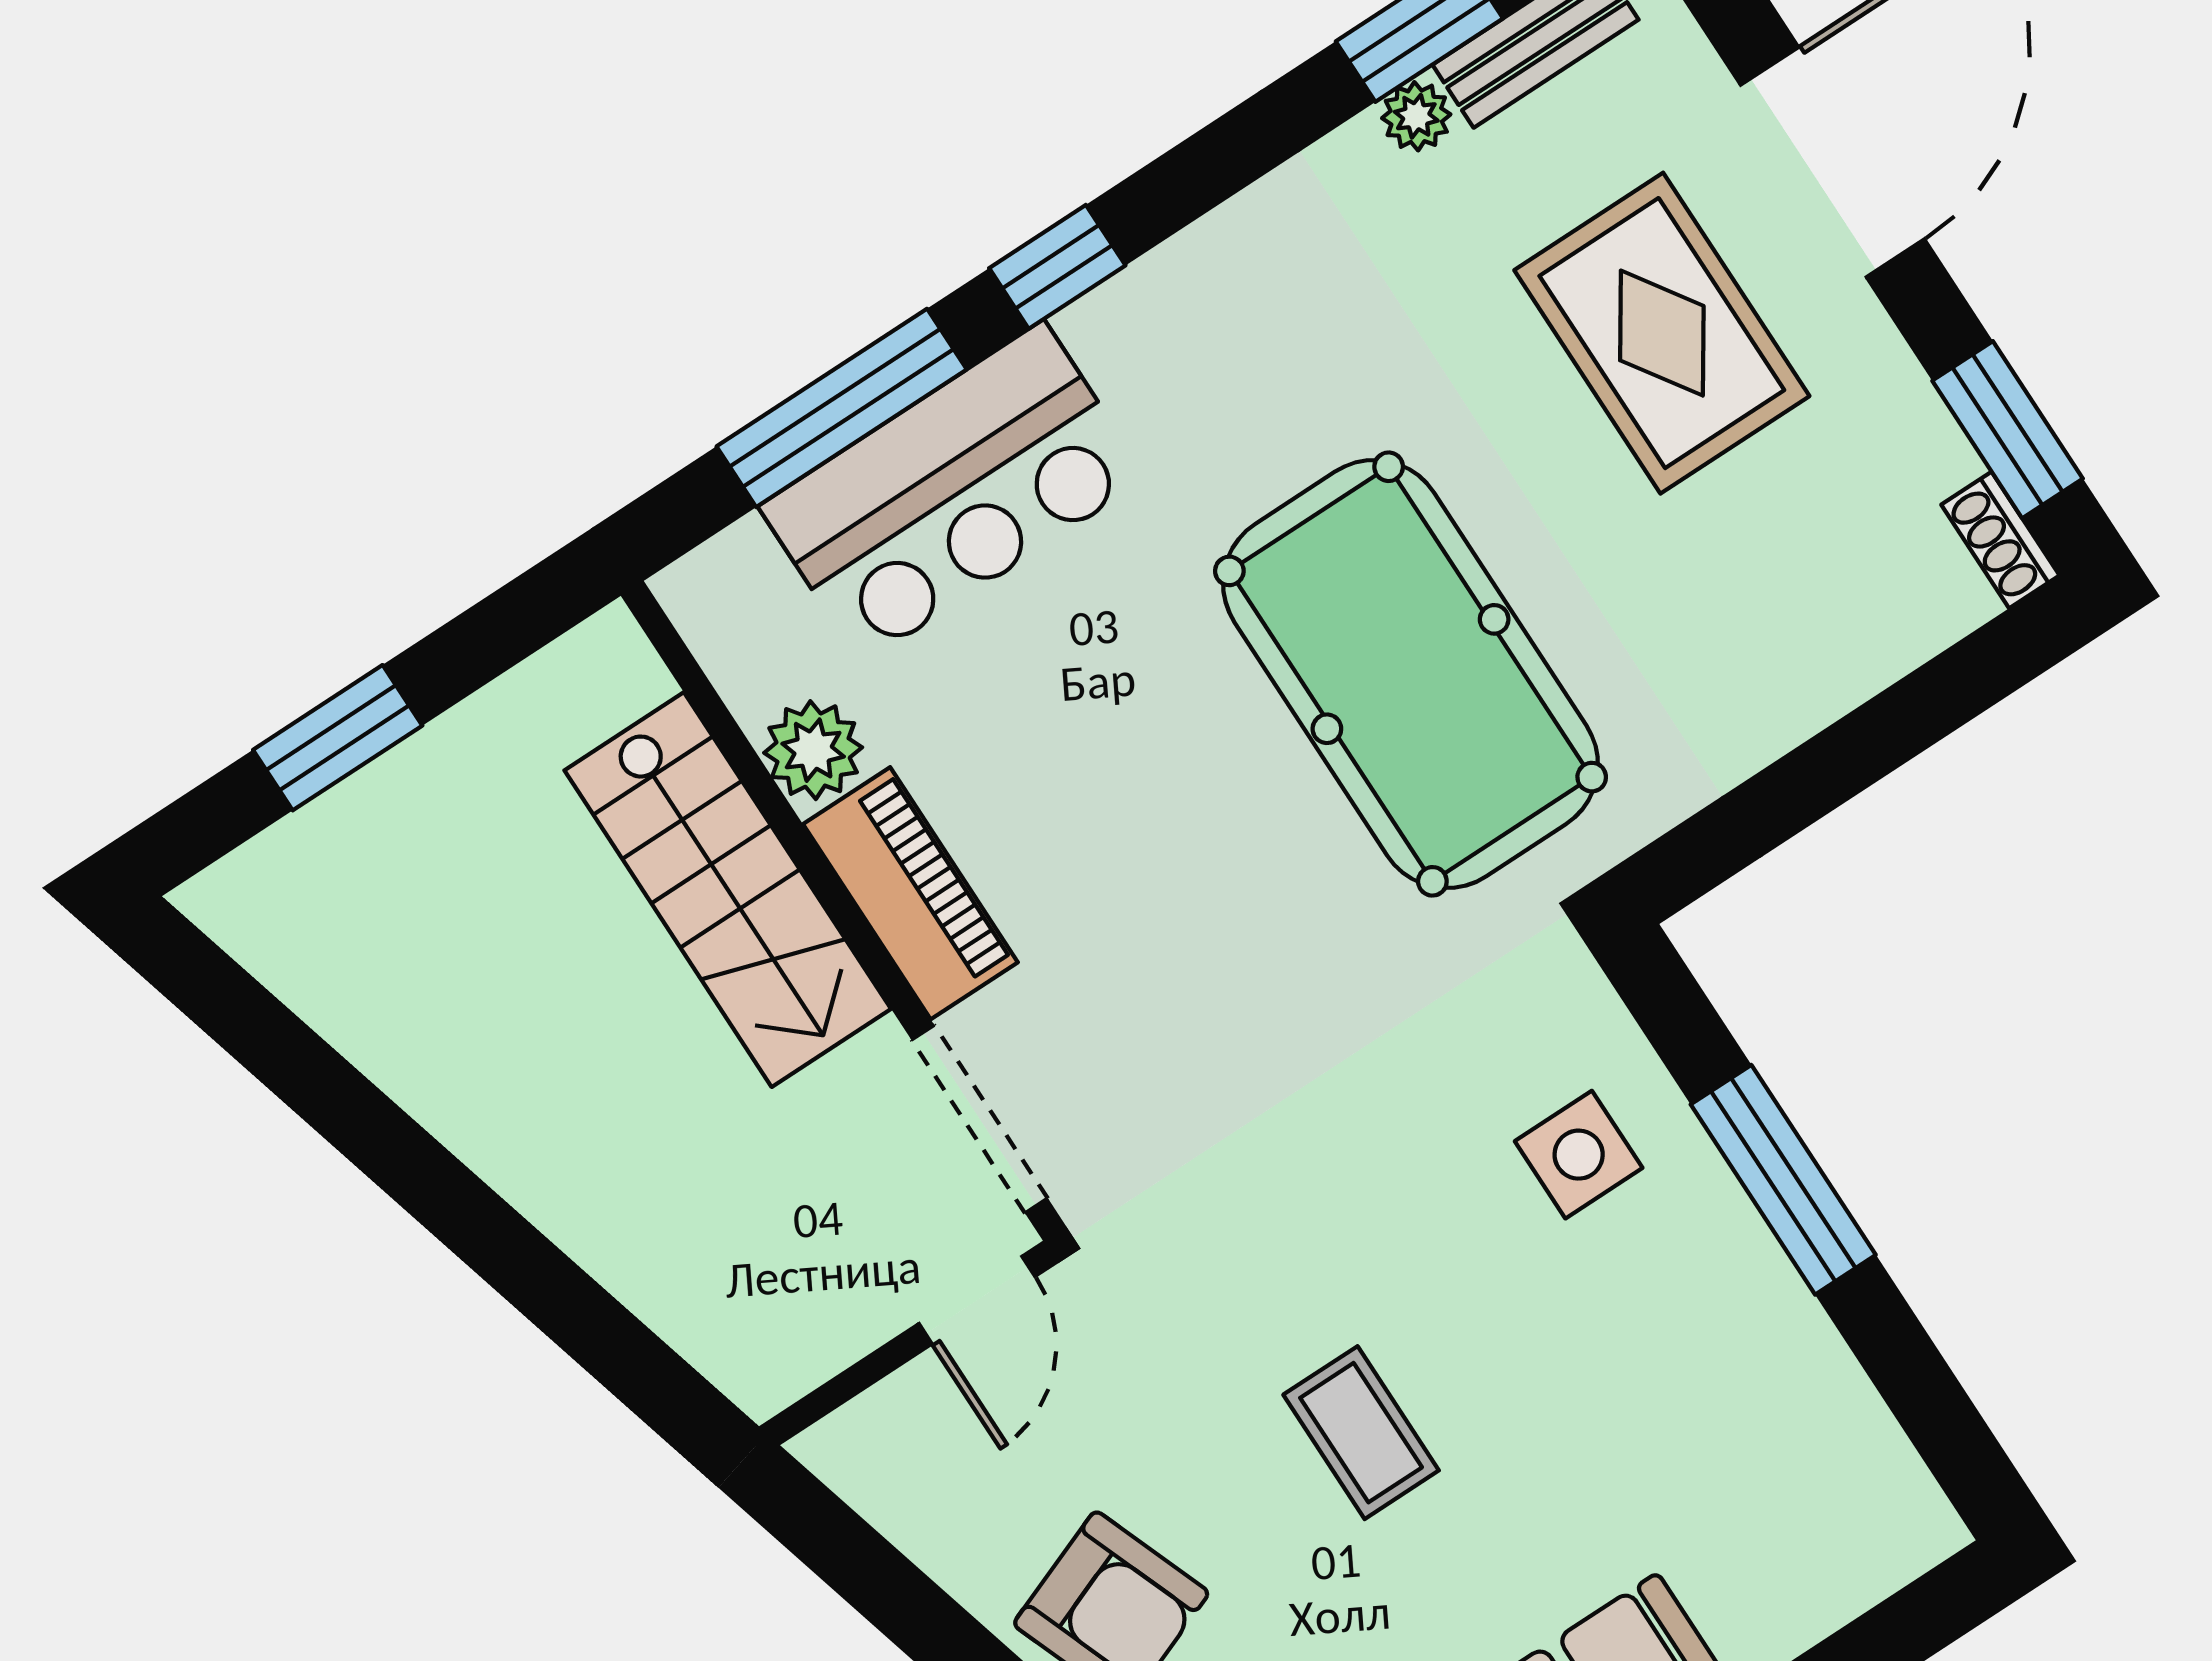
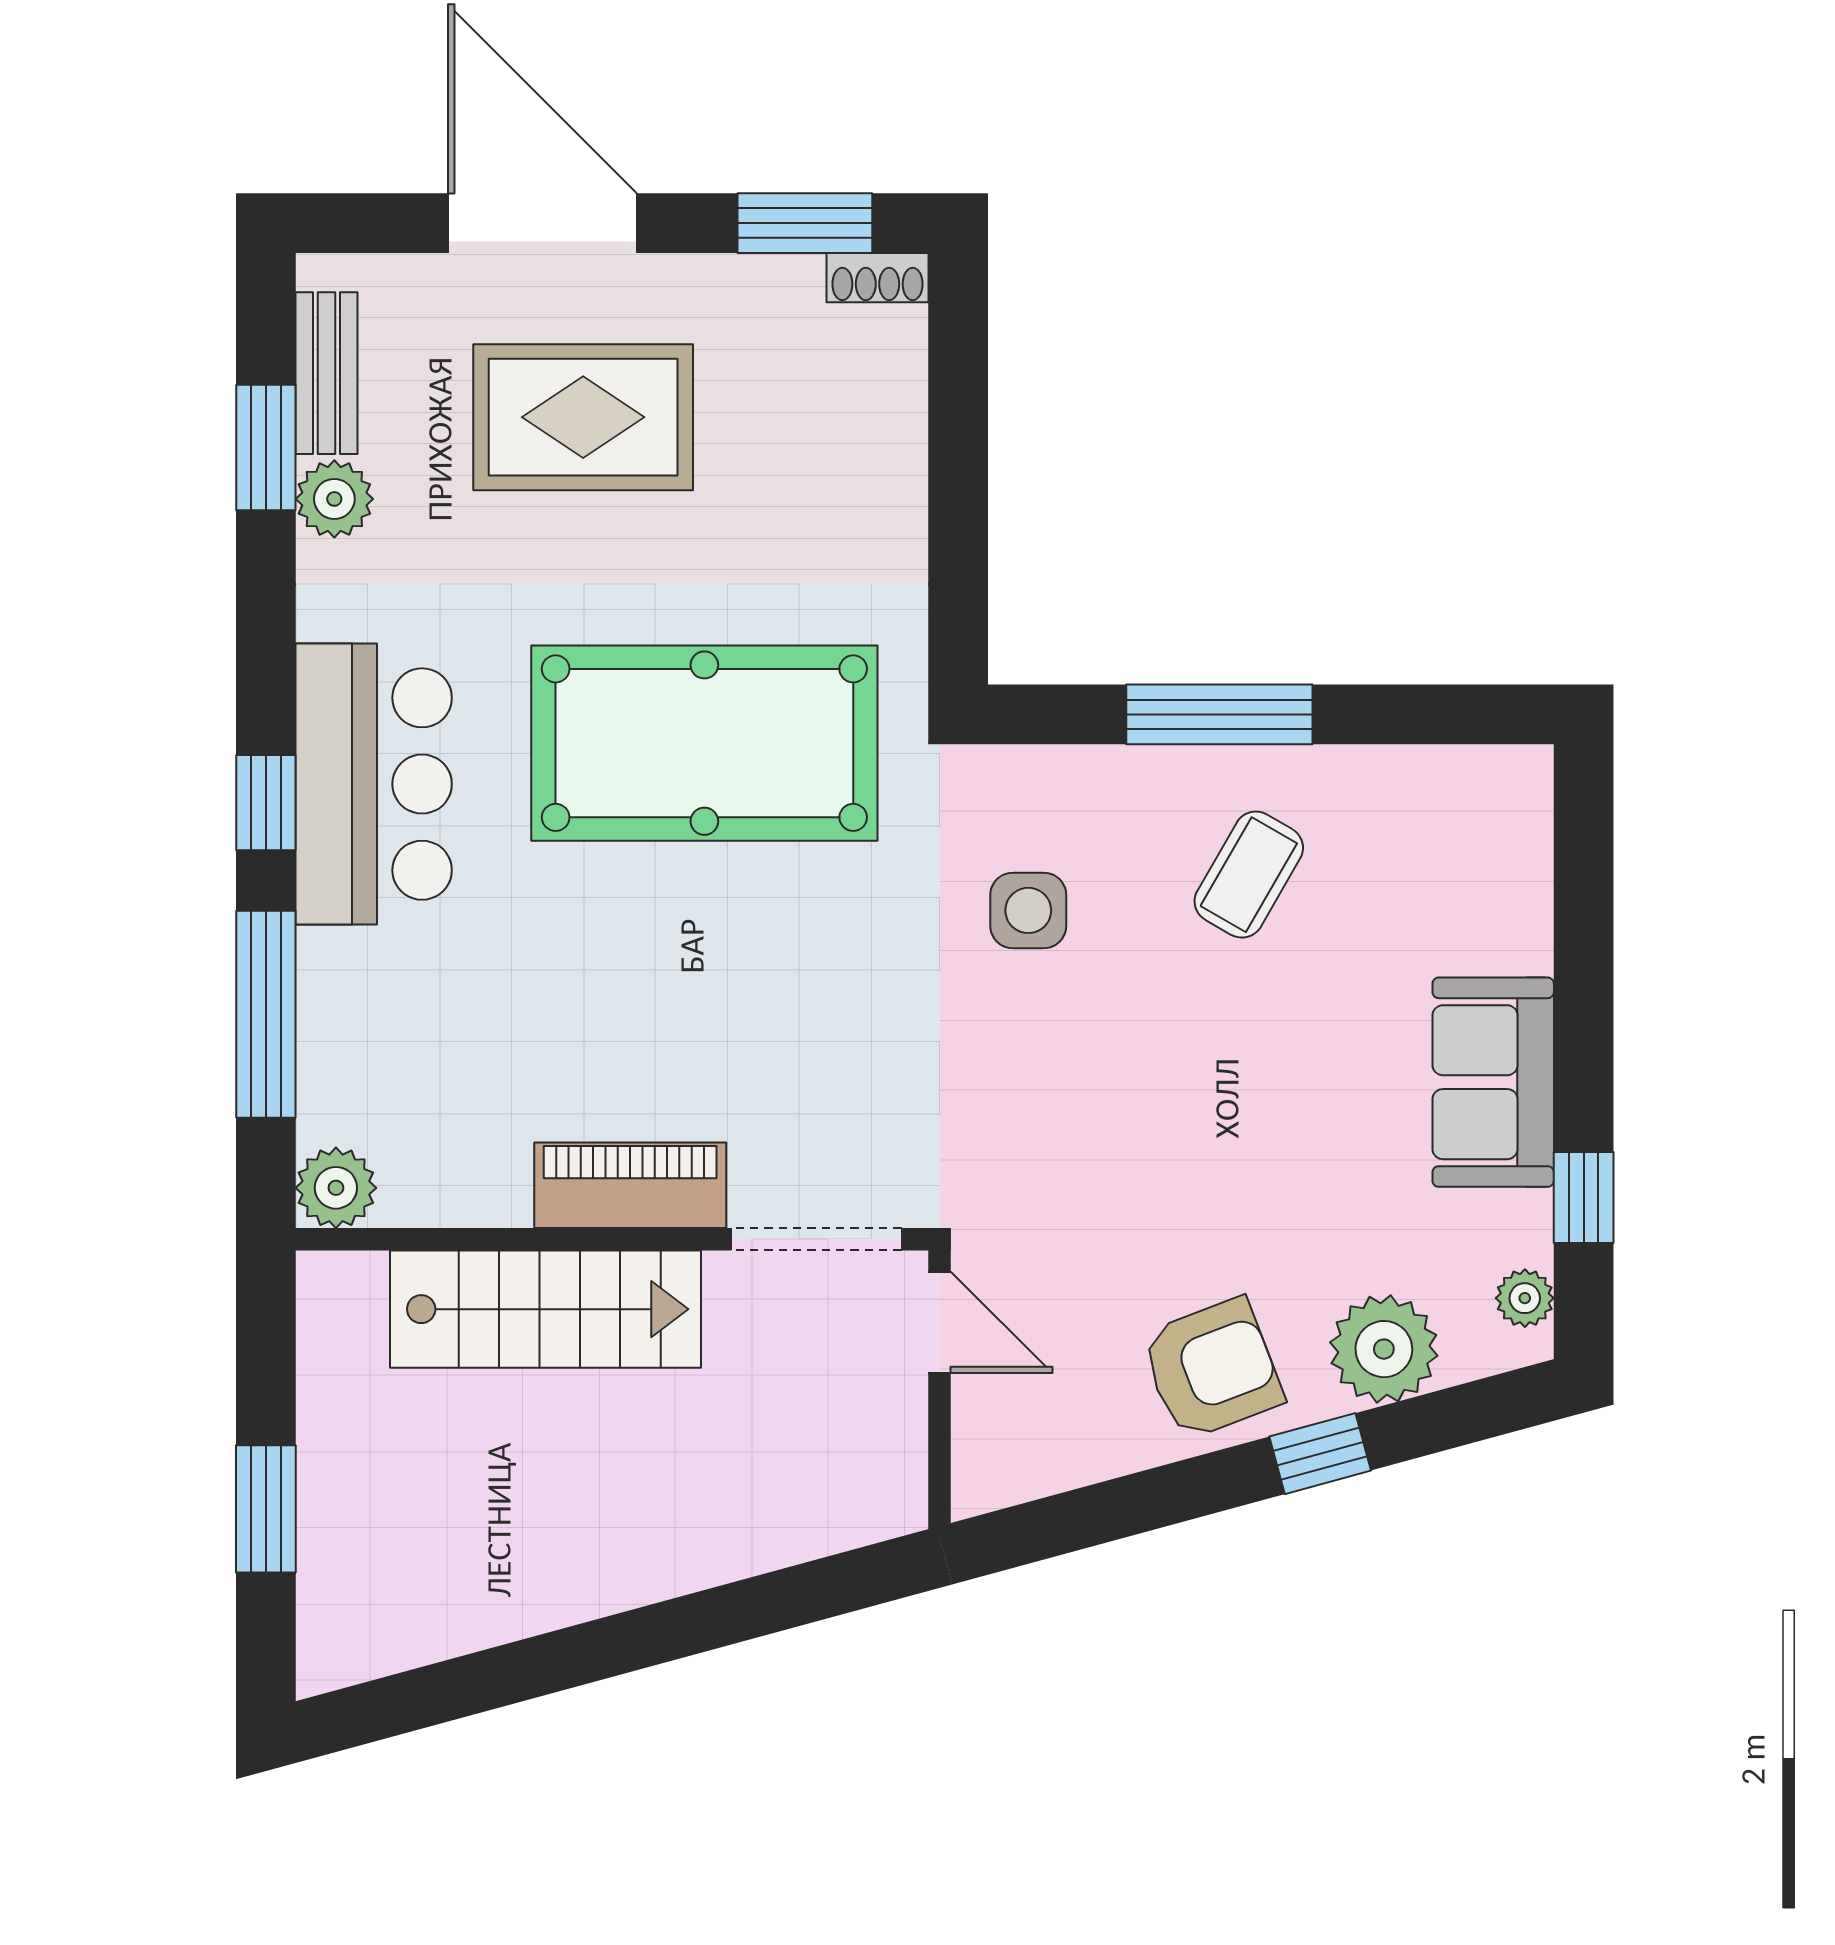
plant: (1416, 116) -> (334, 499), width x1.38, depth x1.38
bar counter: (953, 492) -> (374, 784), moved
plant: (813, 750) -> (336, 1188), moved
side table: (1579, 1155) -> (1028, 910), moved
coffee table: (1361, 1433) -> (1249, 875), moved, turned -60

